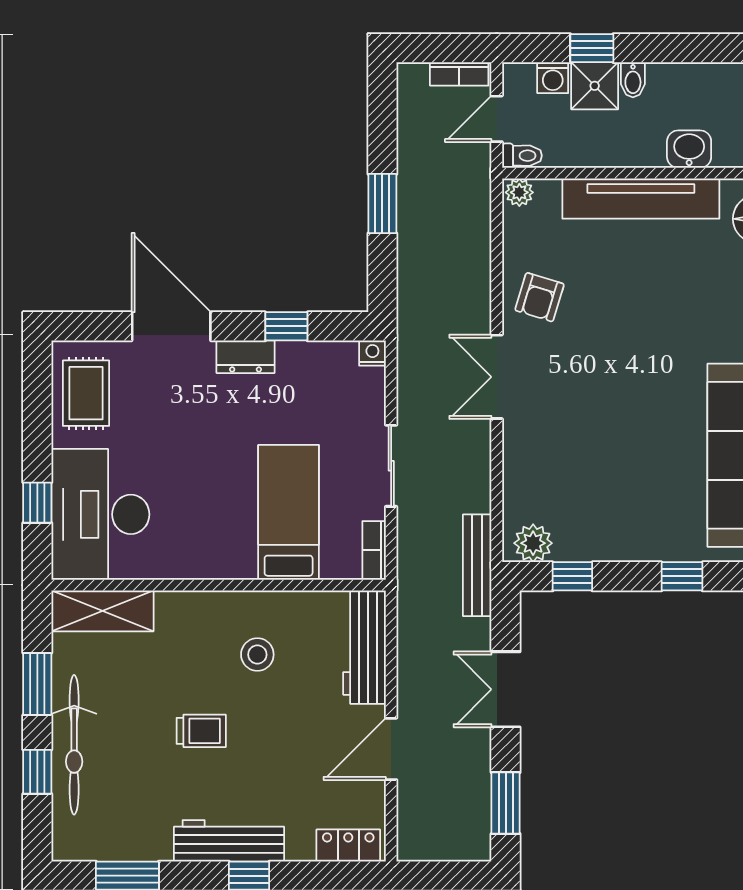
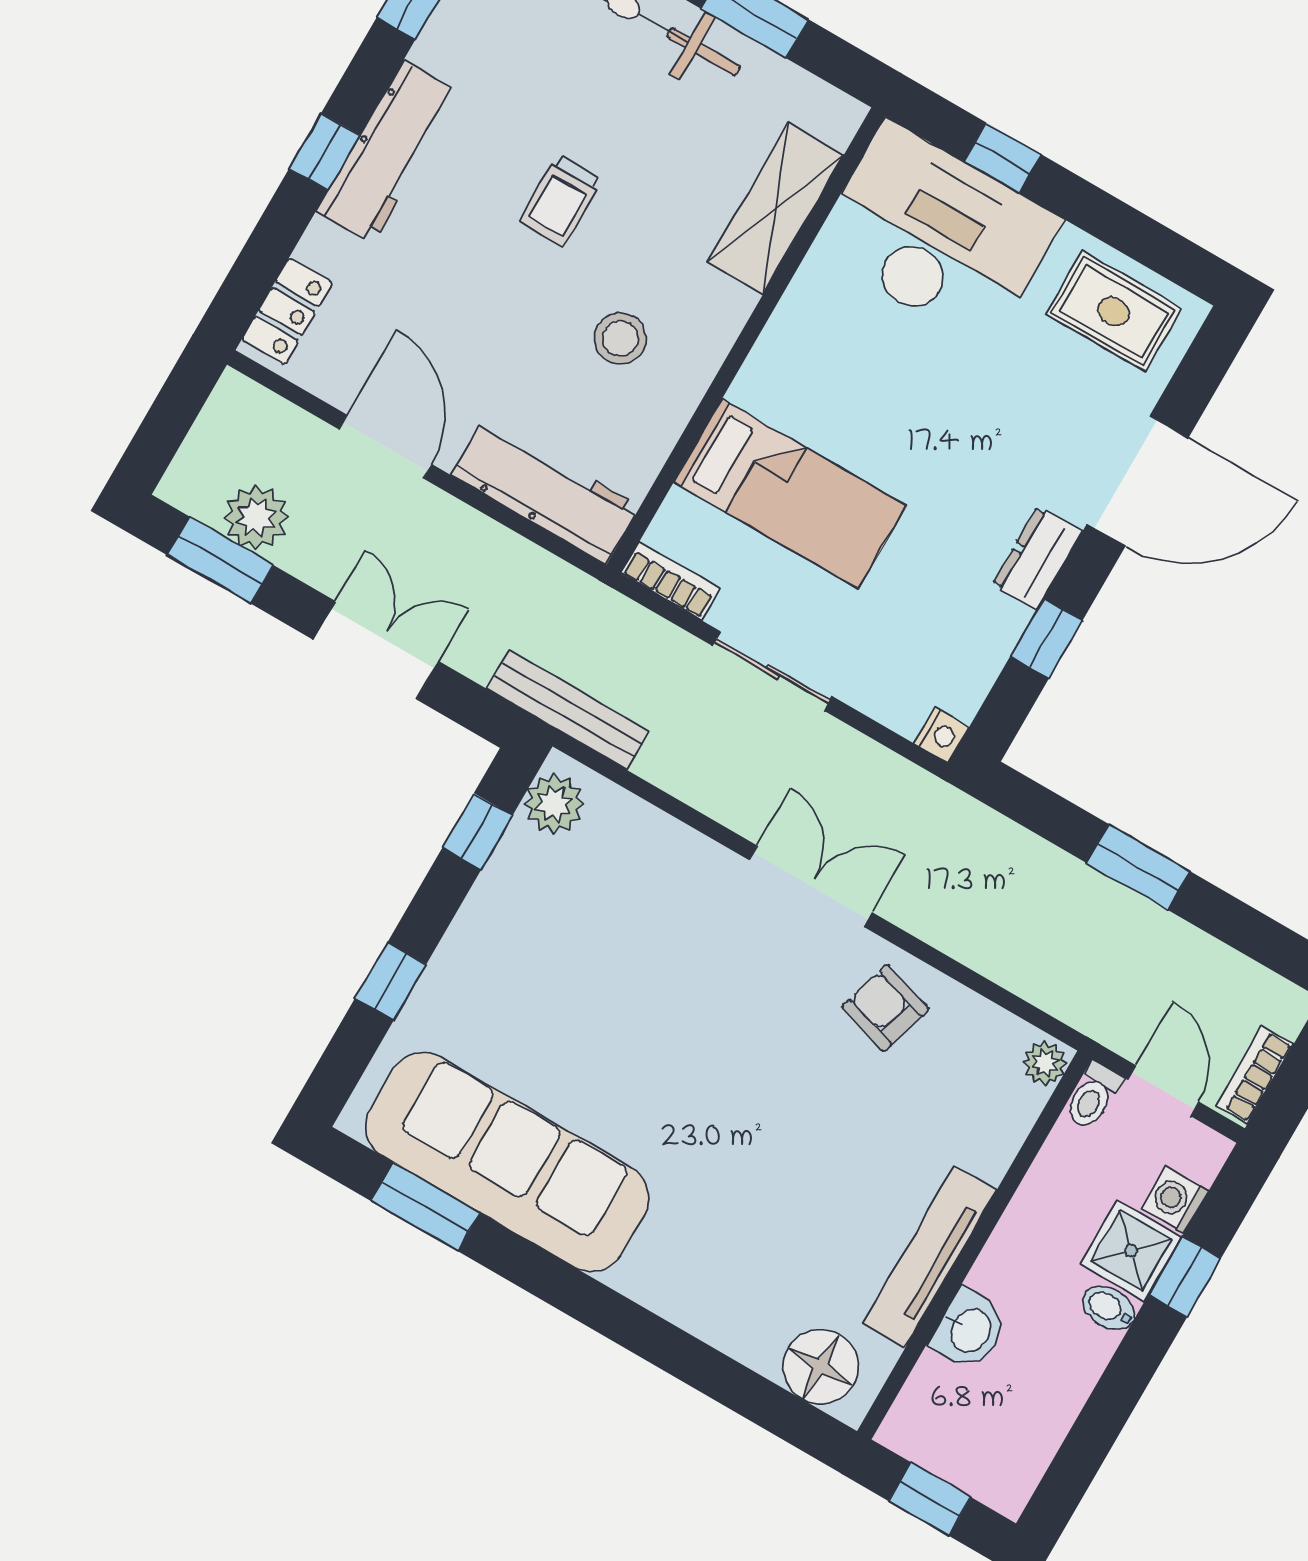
tv unit: (641, 199) -> (930, 1257), width x0.73, depth x0.78
shelving: (102, 611) -> (776, 208), moved
plant: (471, 797) -> (256, 517), added

